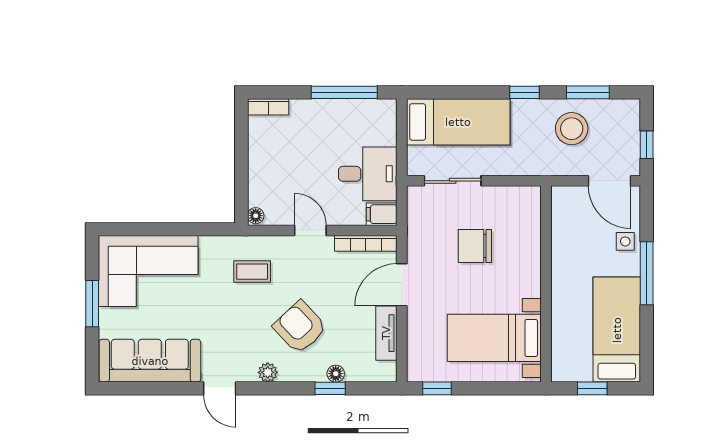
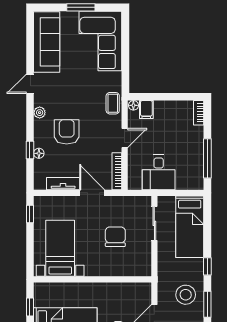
filing cabinet: (382, 214) -> (146, 110), moved, turned 180
coffee table: (252, 272) -> (113, 103), moved
armchair: (300, 327) -> (67, 132), turned -47

